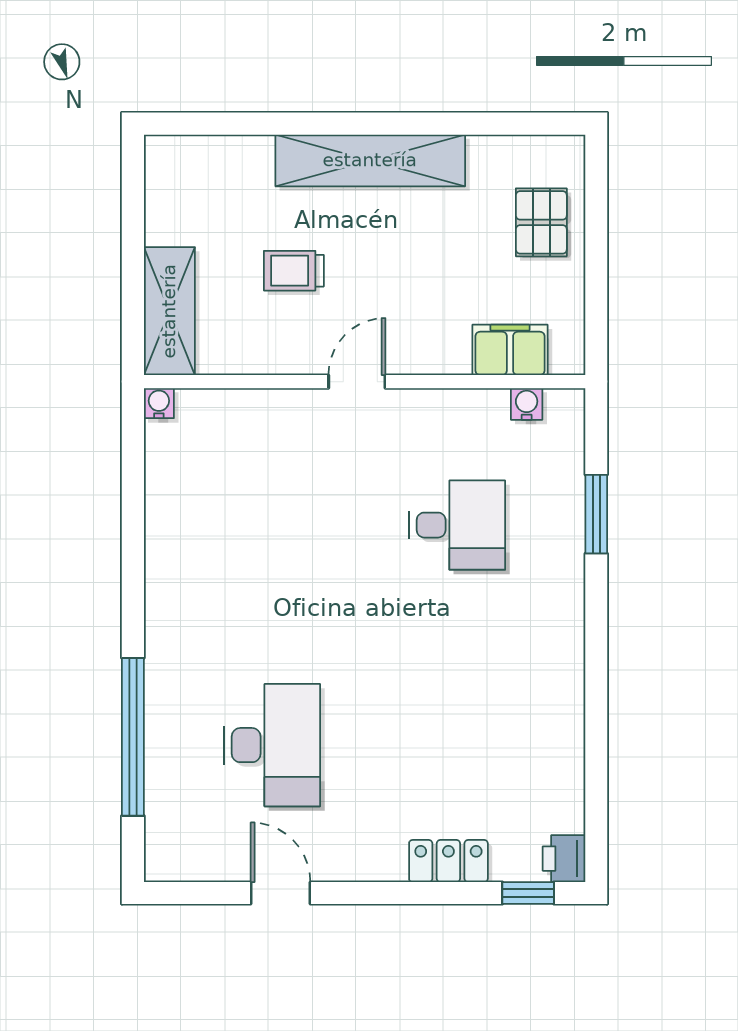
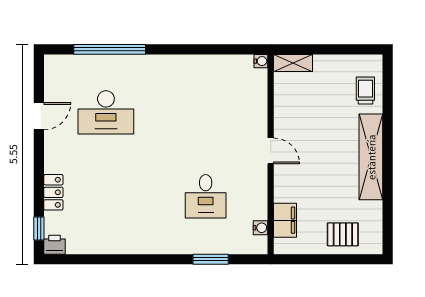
trolley: (294, 271) -> (365, 91), moved
shelving: (169, 311) -> (293, 63), width x0.67, depth x0.75

